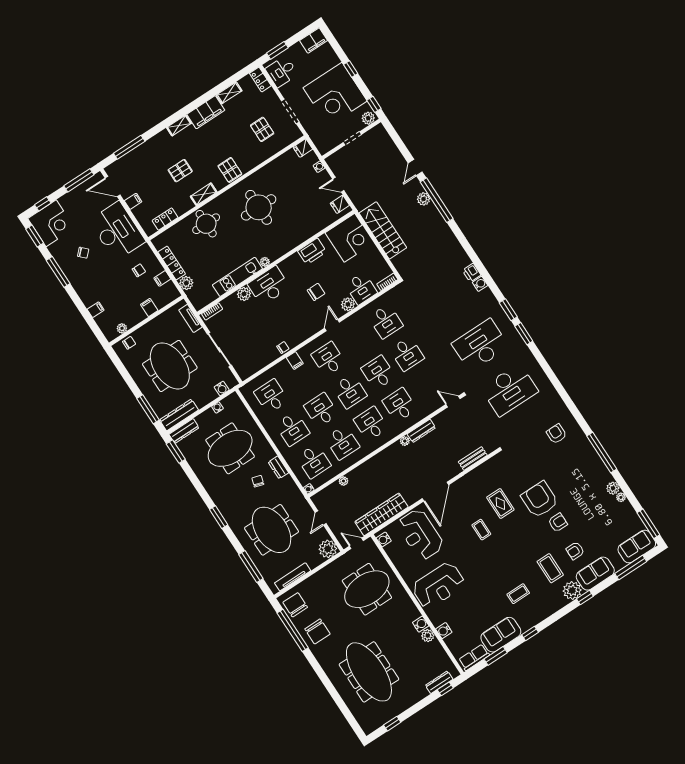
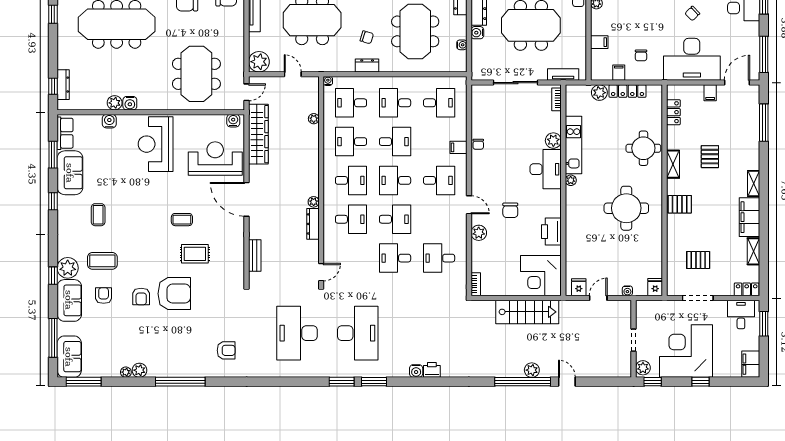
desk: (361, 289) -> (486, 255), removed
water cooler: (222, 388) -> (477, 33), moved

